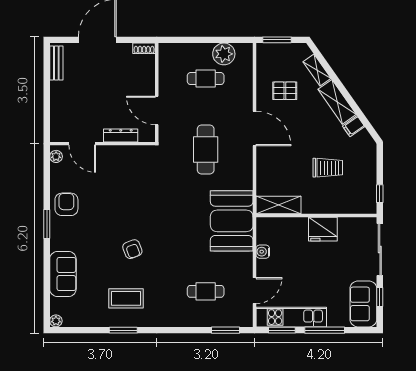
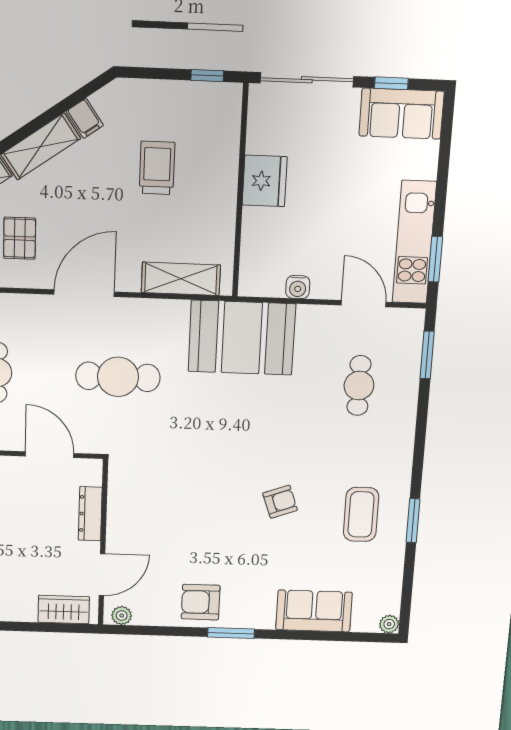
door: (157, 110) -> (50, 455), swing flipped
wardrobe: (59, 121) -> (64, 610), added
shelving: (278, 205) -> (181, 279), moved, turned 90
window: (325, 330) -> (442, 185), removed

